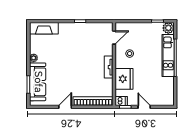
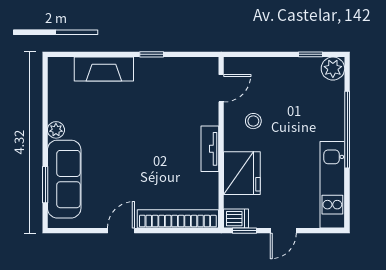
fireplace: (44, 28) -> (104, 69), moved
kitchen unit: (168, 56) -> (332, 185), moved
door: (144, 107) -> (283, 231), swing flipped

